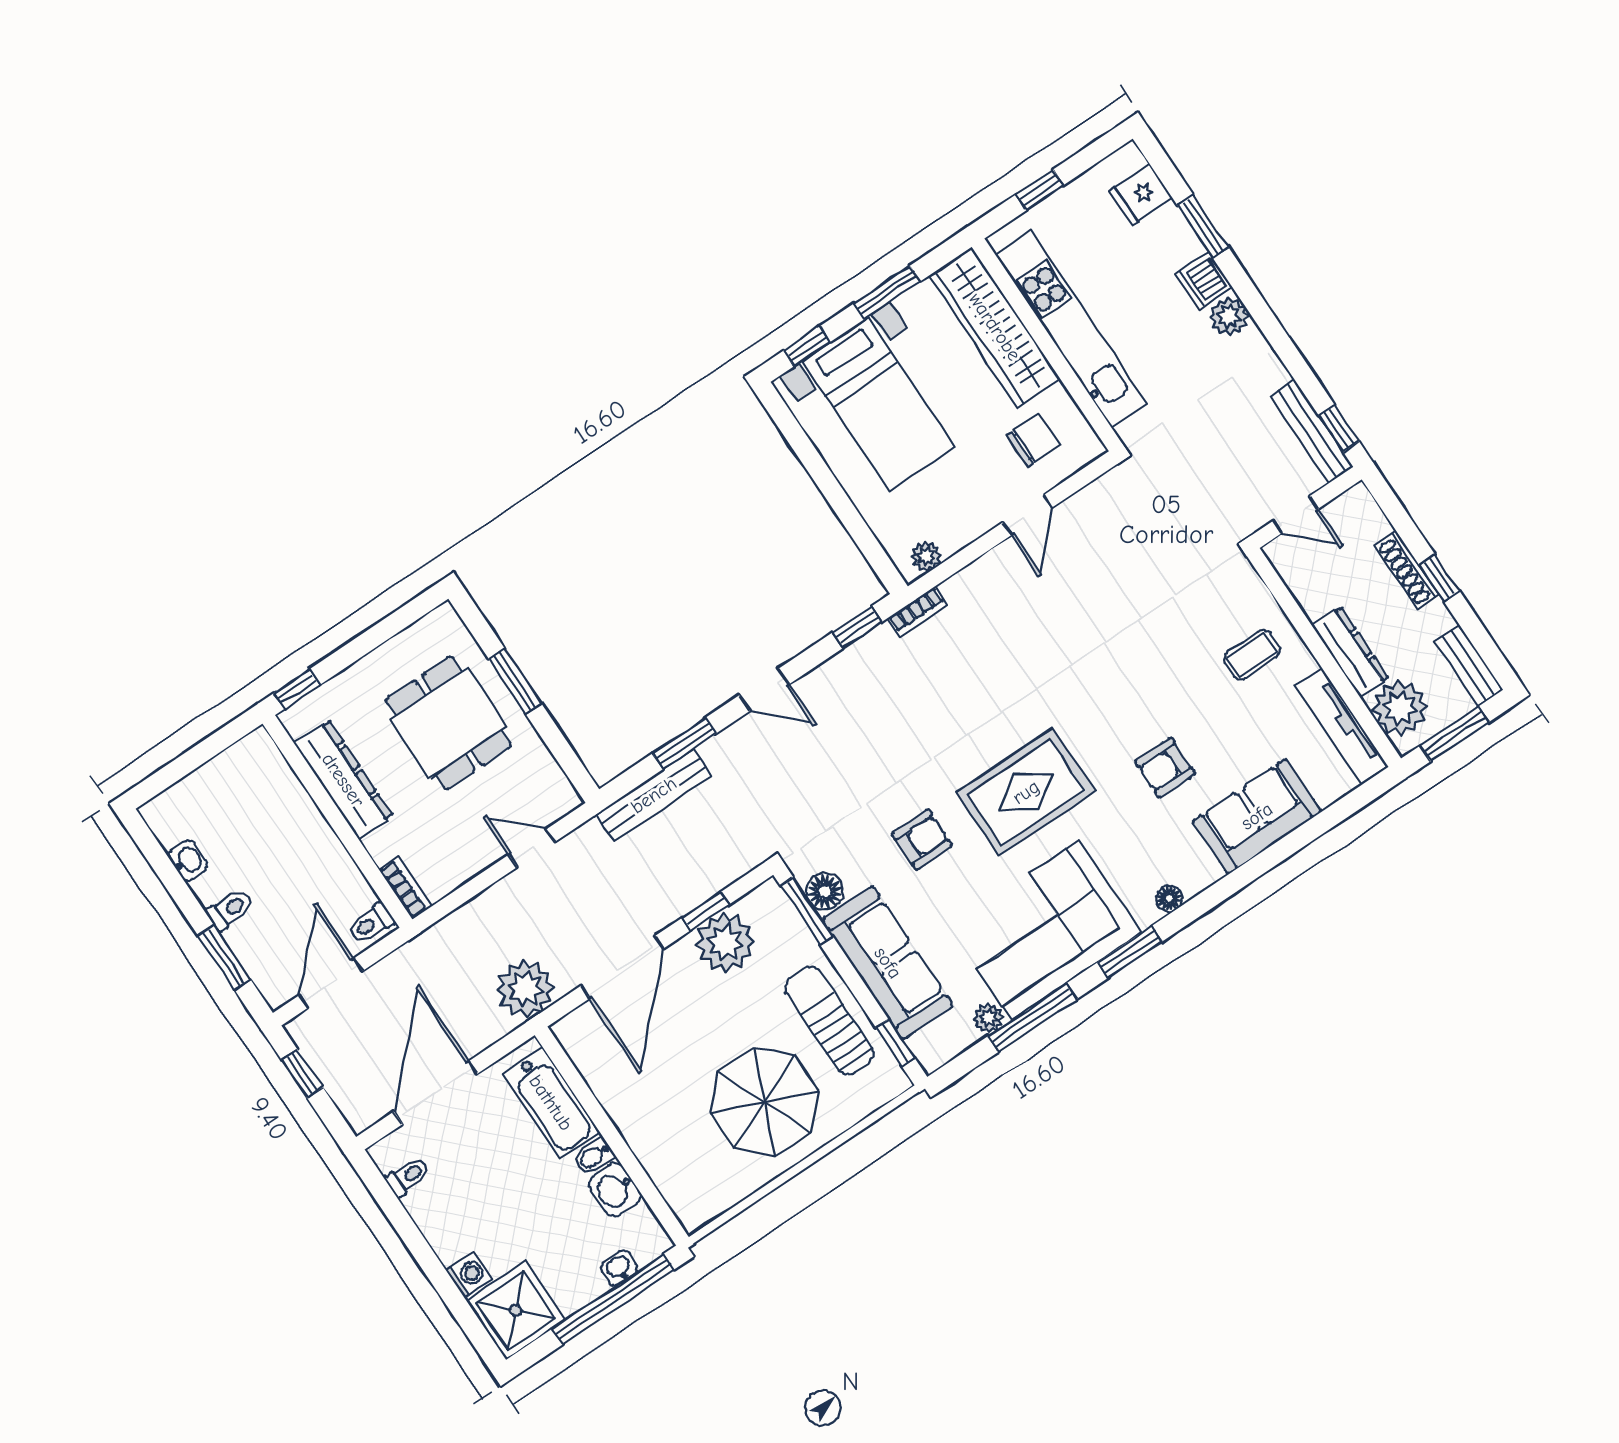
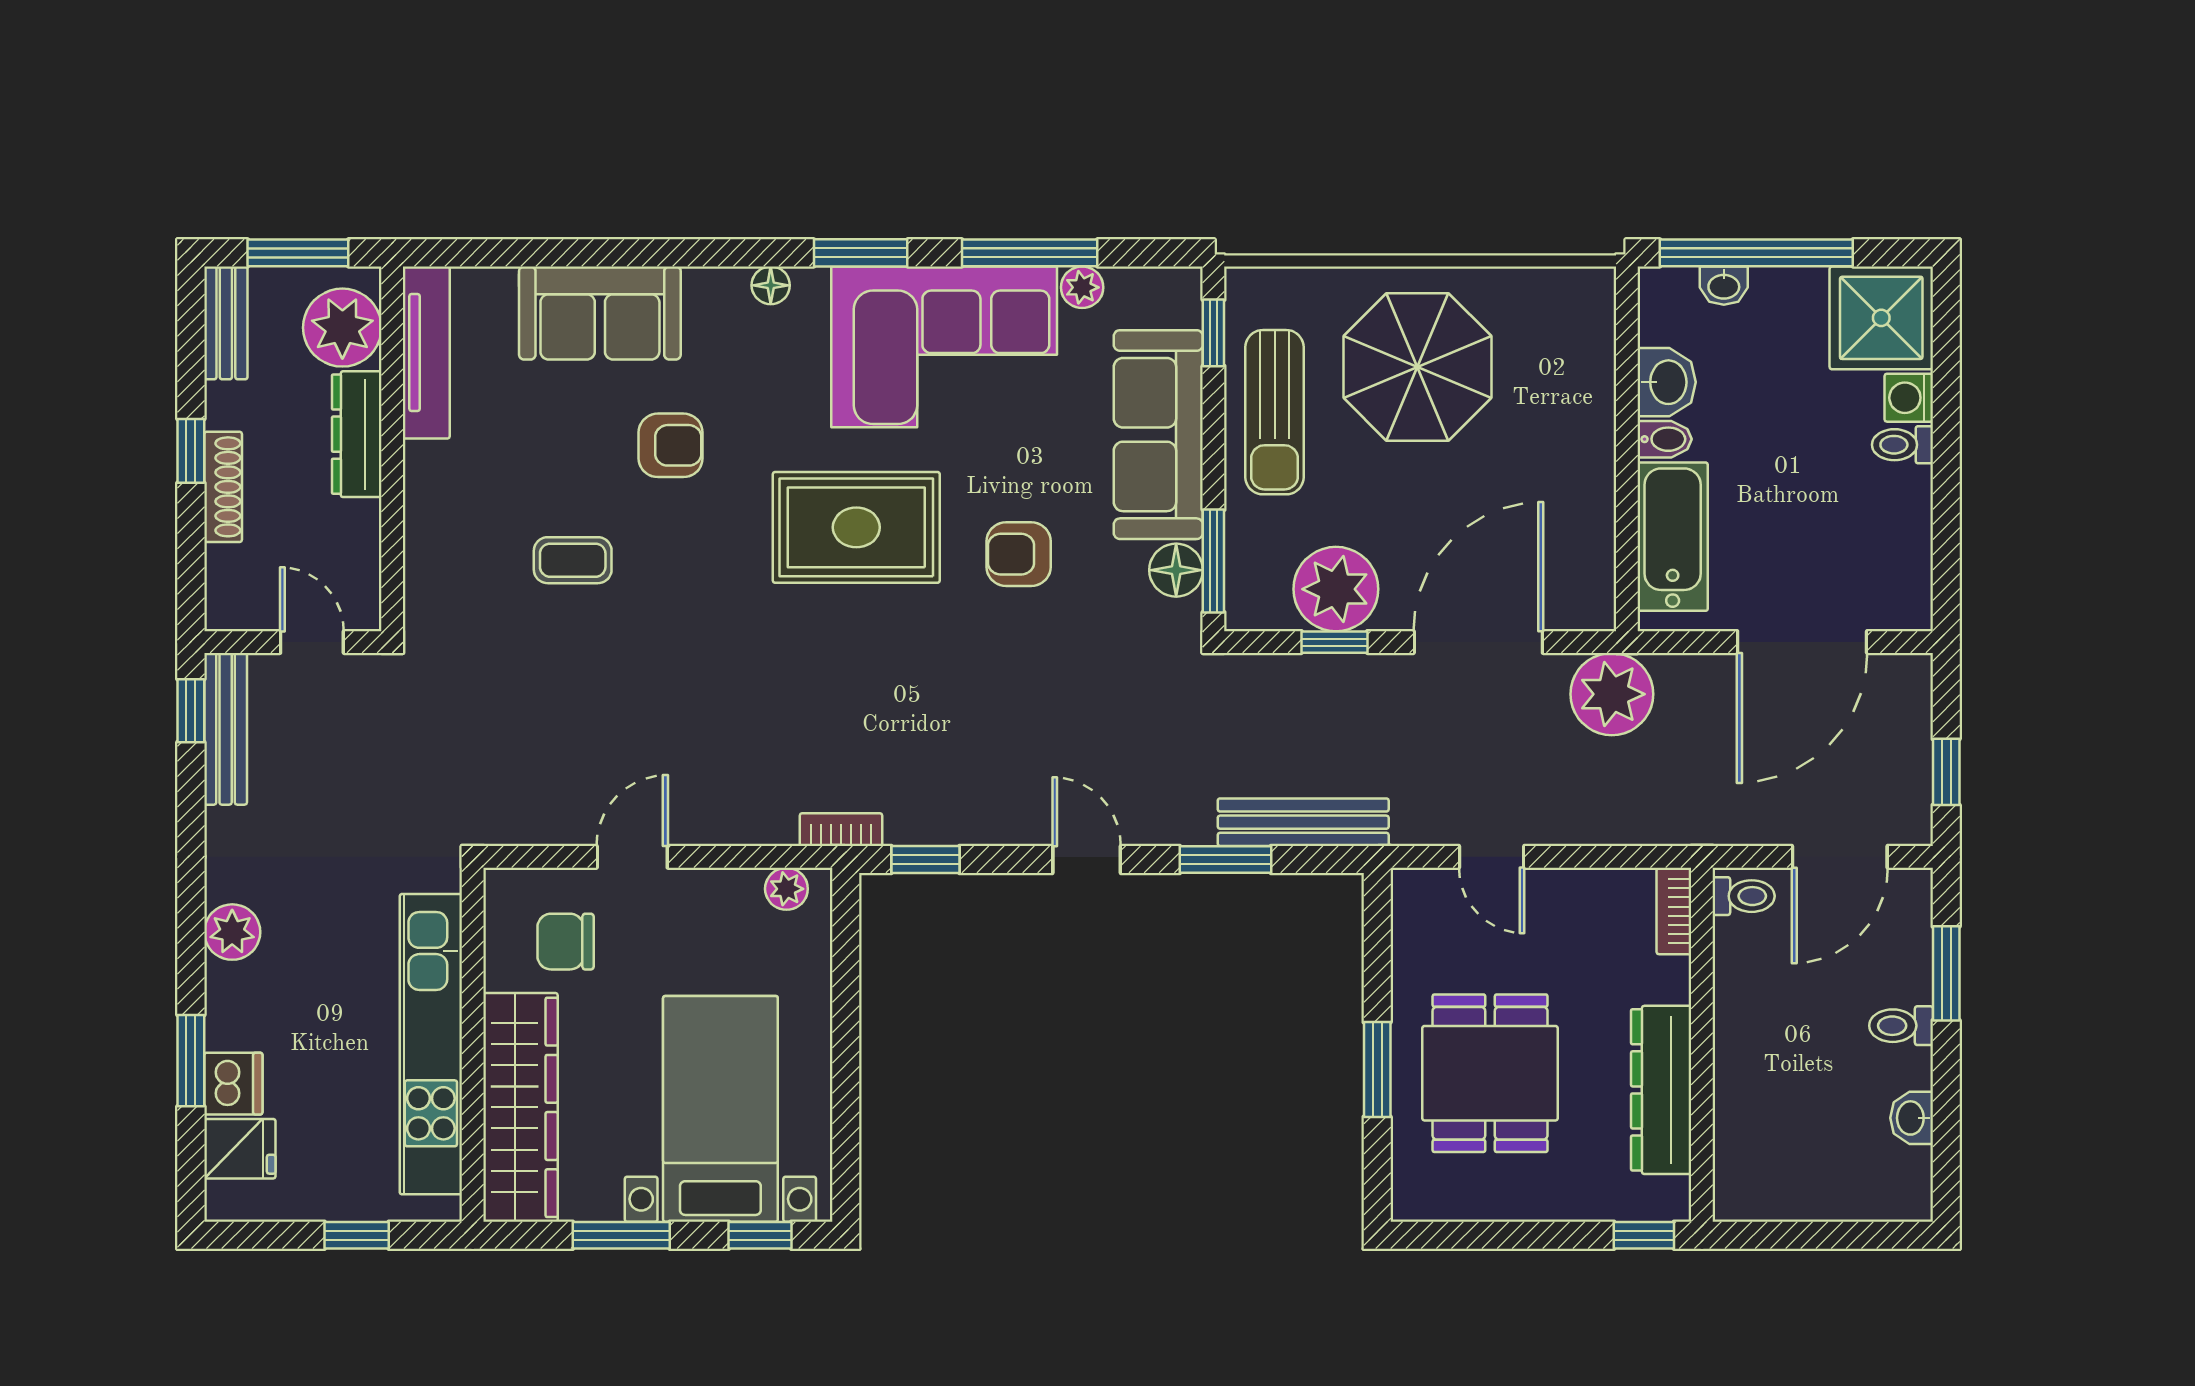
dishwasher: (1204, 281) -> (233, 1084), moved
coffee table: (1252, 655) -> (573, 560), moved
toilet: (408, 1177) -> (1902, 445), moved

